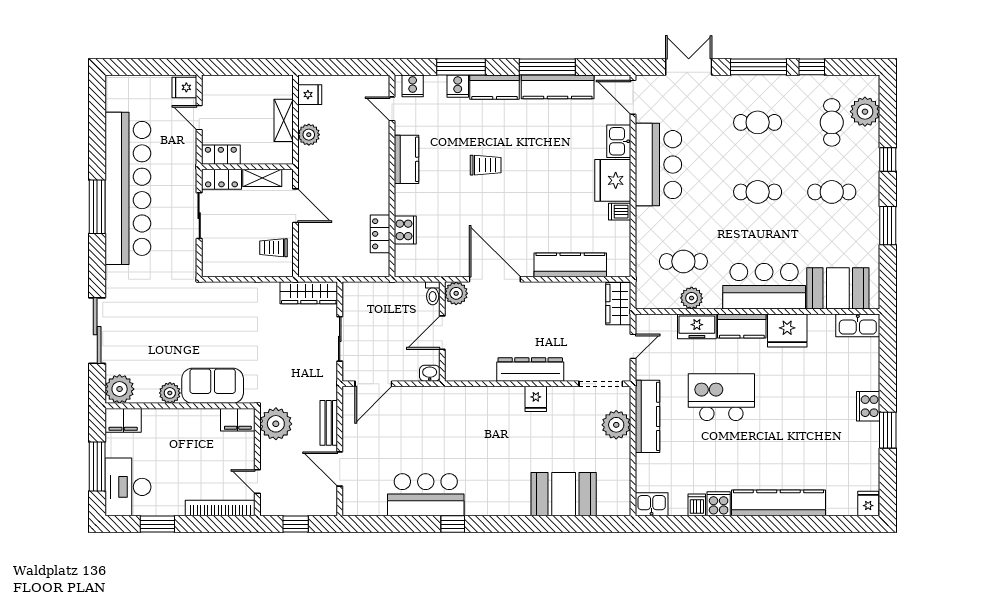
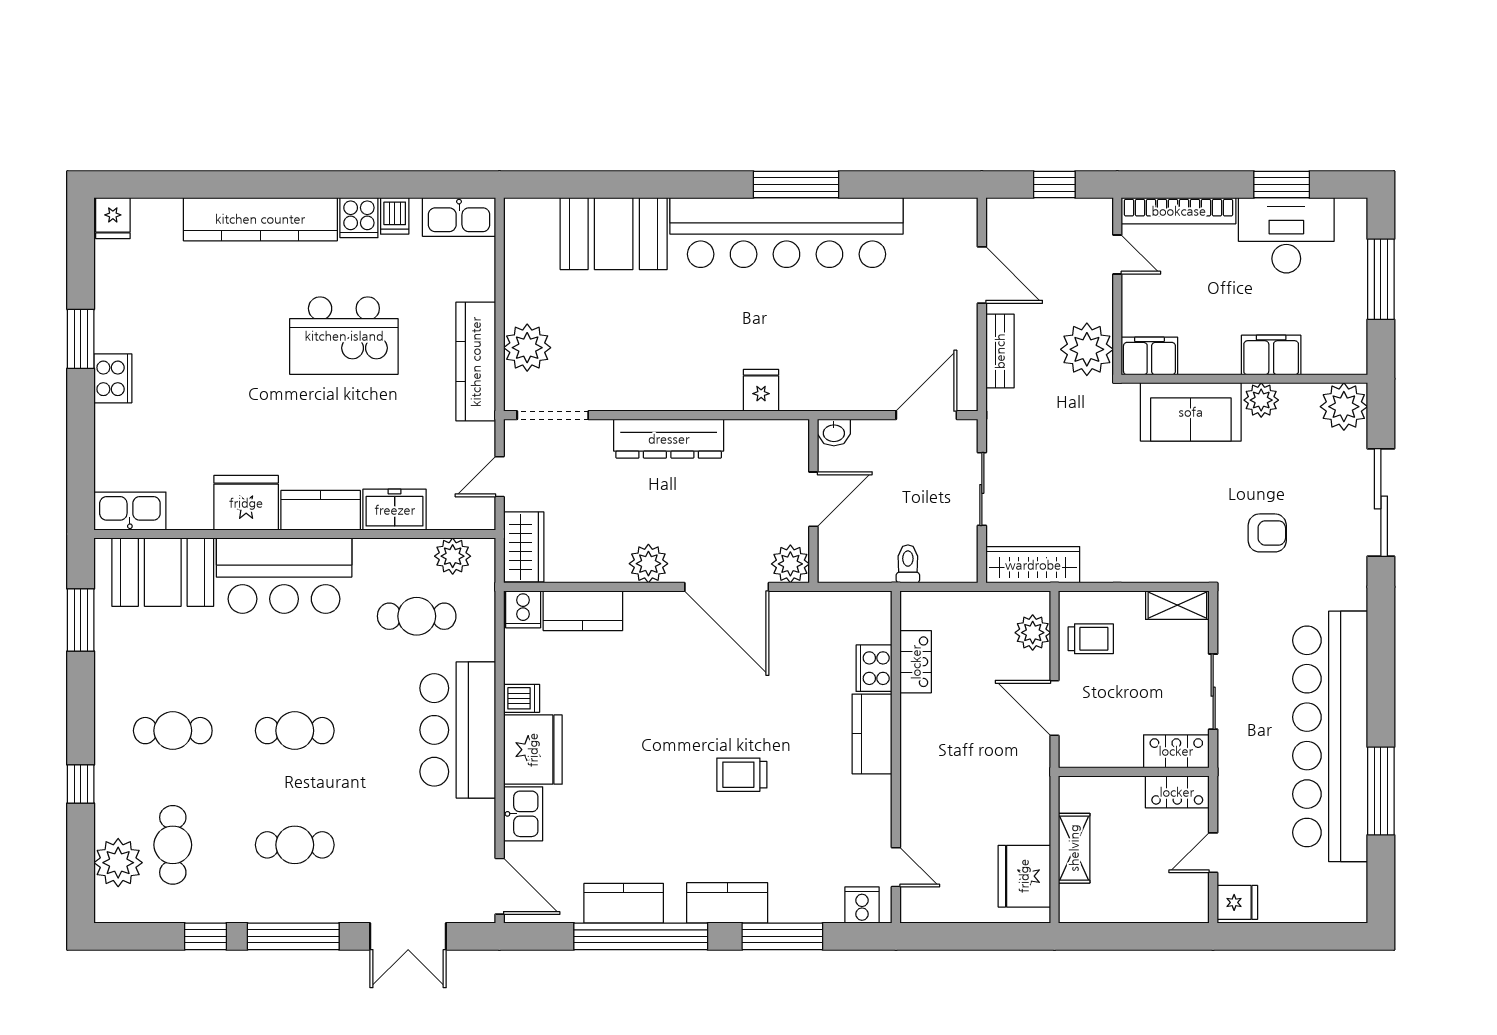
window: (547, 67) -> (641, 936), width x1.46
cooker: (458, 86) -> (523, 609), moved, turned 180
kitchen counter: (558, 87) -> (624, 903), width x0.67
fridge: (310, 95) -> (1024, 876), width x1.88, depth x1.34
door: (199, 118) -> (1213, 853), swing flipped
plant: (309, 135) -> (1033, 633), moved
kitchen counter: (406, 159) -> (872, 734), moved
bar counter: (658, 165) -> (458, 730), moved
shelving: (262, 178) -> (1177, 605), moved
window: (97, 207) -> (1381, 791), moved
window: (888, 226) -> (81, 620), moved
kitchen counter: (570, 265) -> (583, 611), width x0.67
toilet: (433, 293) -> (908, 564), moved
plant: (542, 294) -> (648, 564), added
plant: (692, 298) -> (453, 556), moved
armchair: (166, 312) -> (1267, 533), added
kitchen island: (721, 397) -> (344, 336), moved
fridge: (536, 399) -> (761, 390), moved
filing cabinet: (123, 420) -> (1271, 355), moved
desk: (128, 487) -> (1286, 235), moved, turned -90
bar counter: (426, 495) -> (786, 233), width x1.86
kitchen sink: (652, 504) -> (459, 217), width x1.38
window: (453, 524) -> (796, 185), width x2.17

